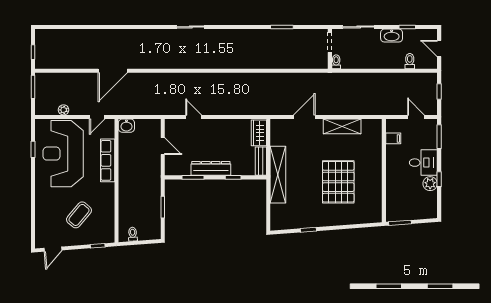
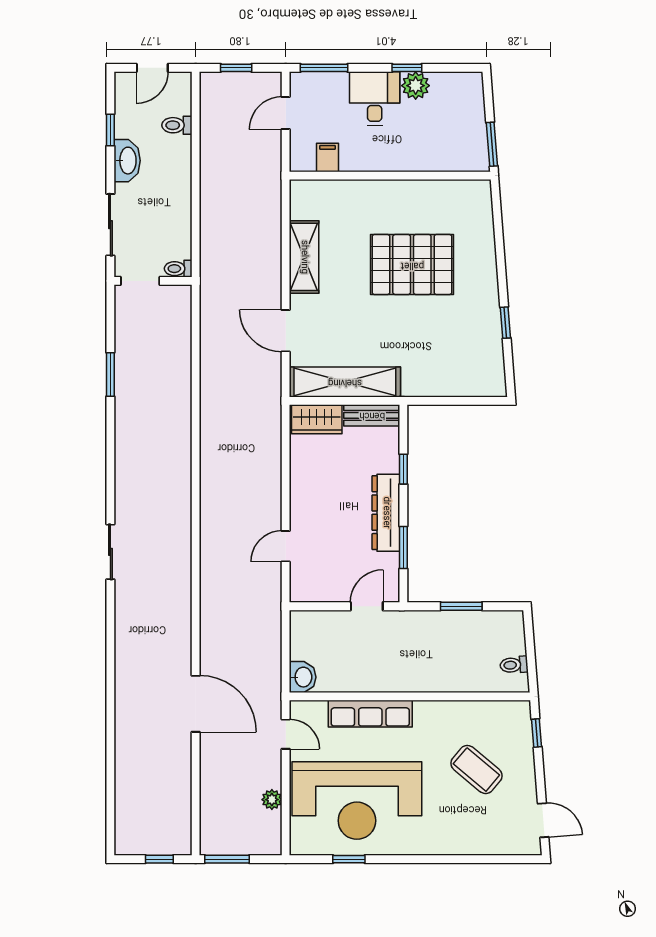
door: (163, 146) -> (367, 606), moved
shelving: (278, 175) -> (345, 382), moved

